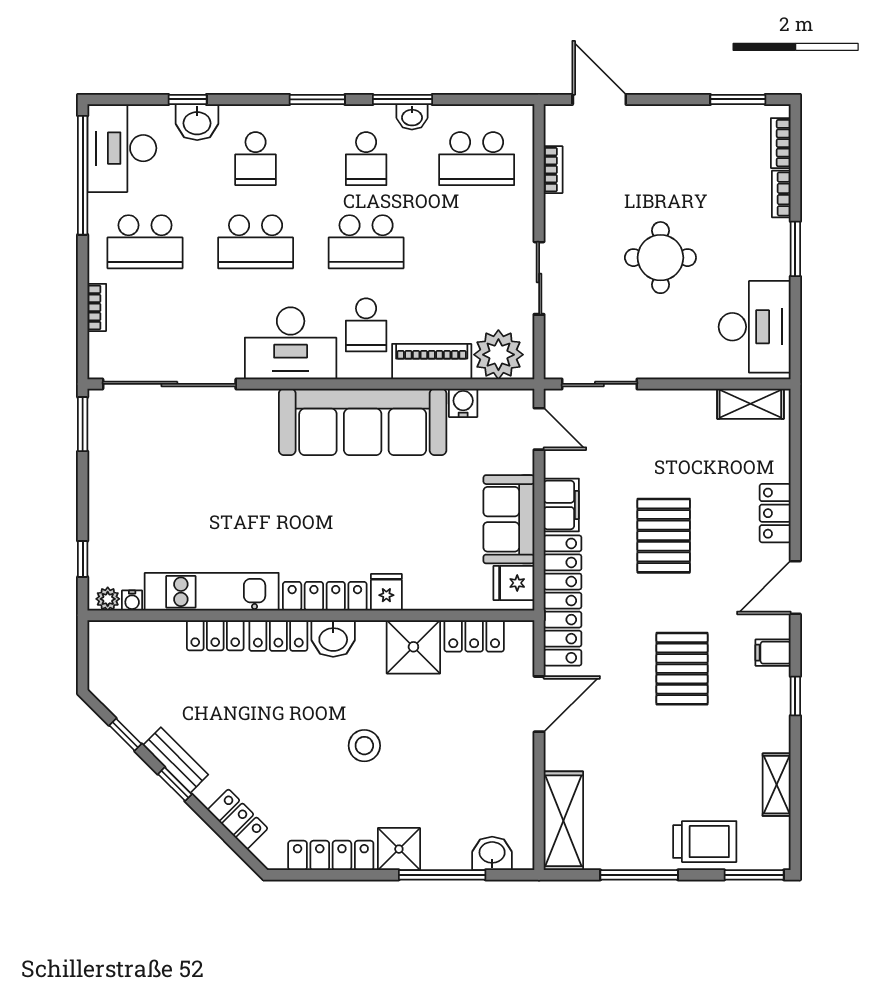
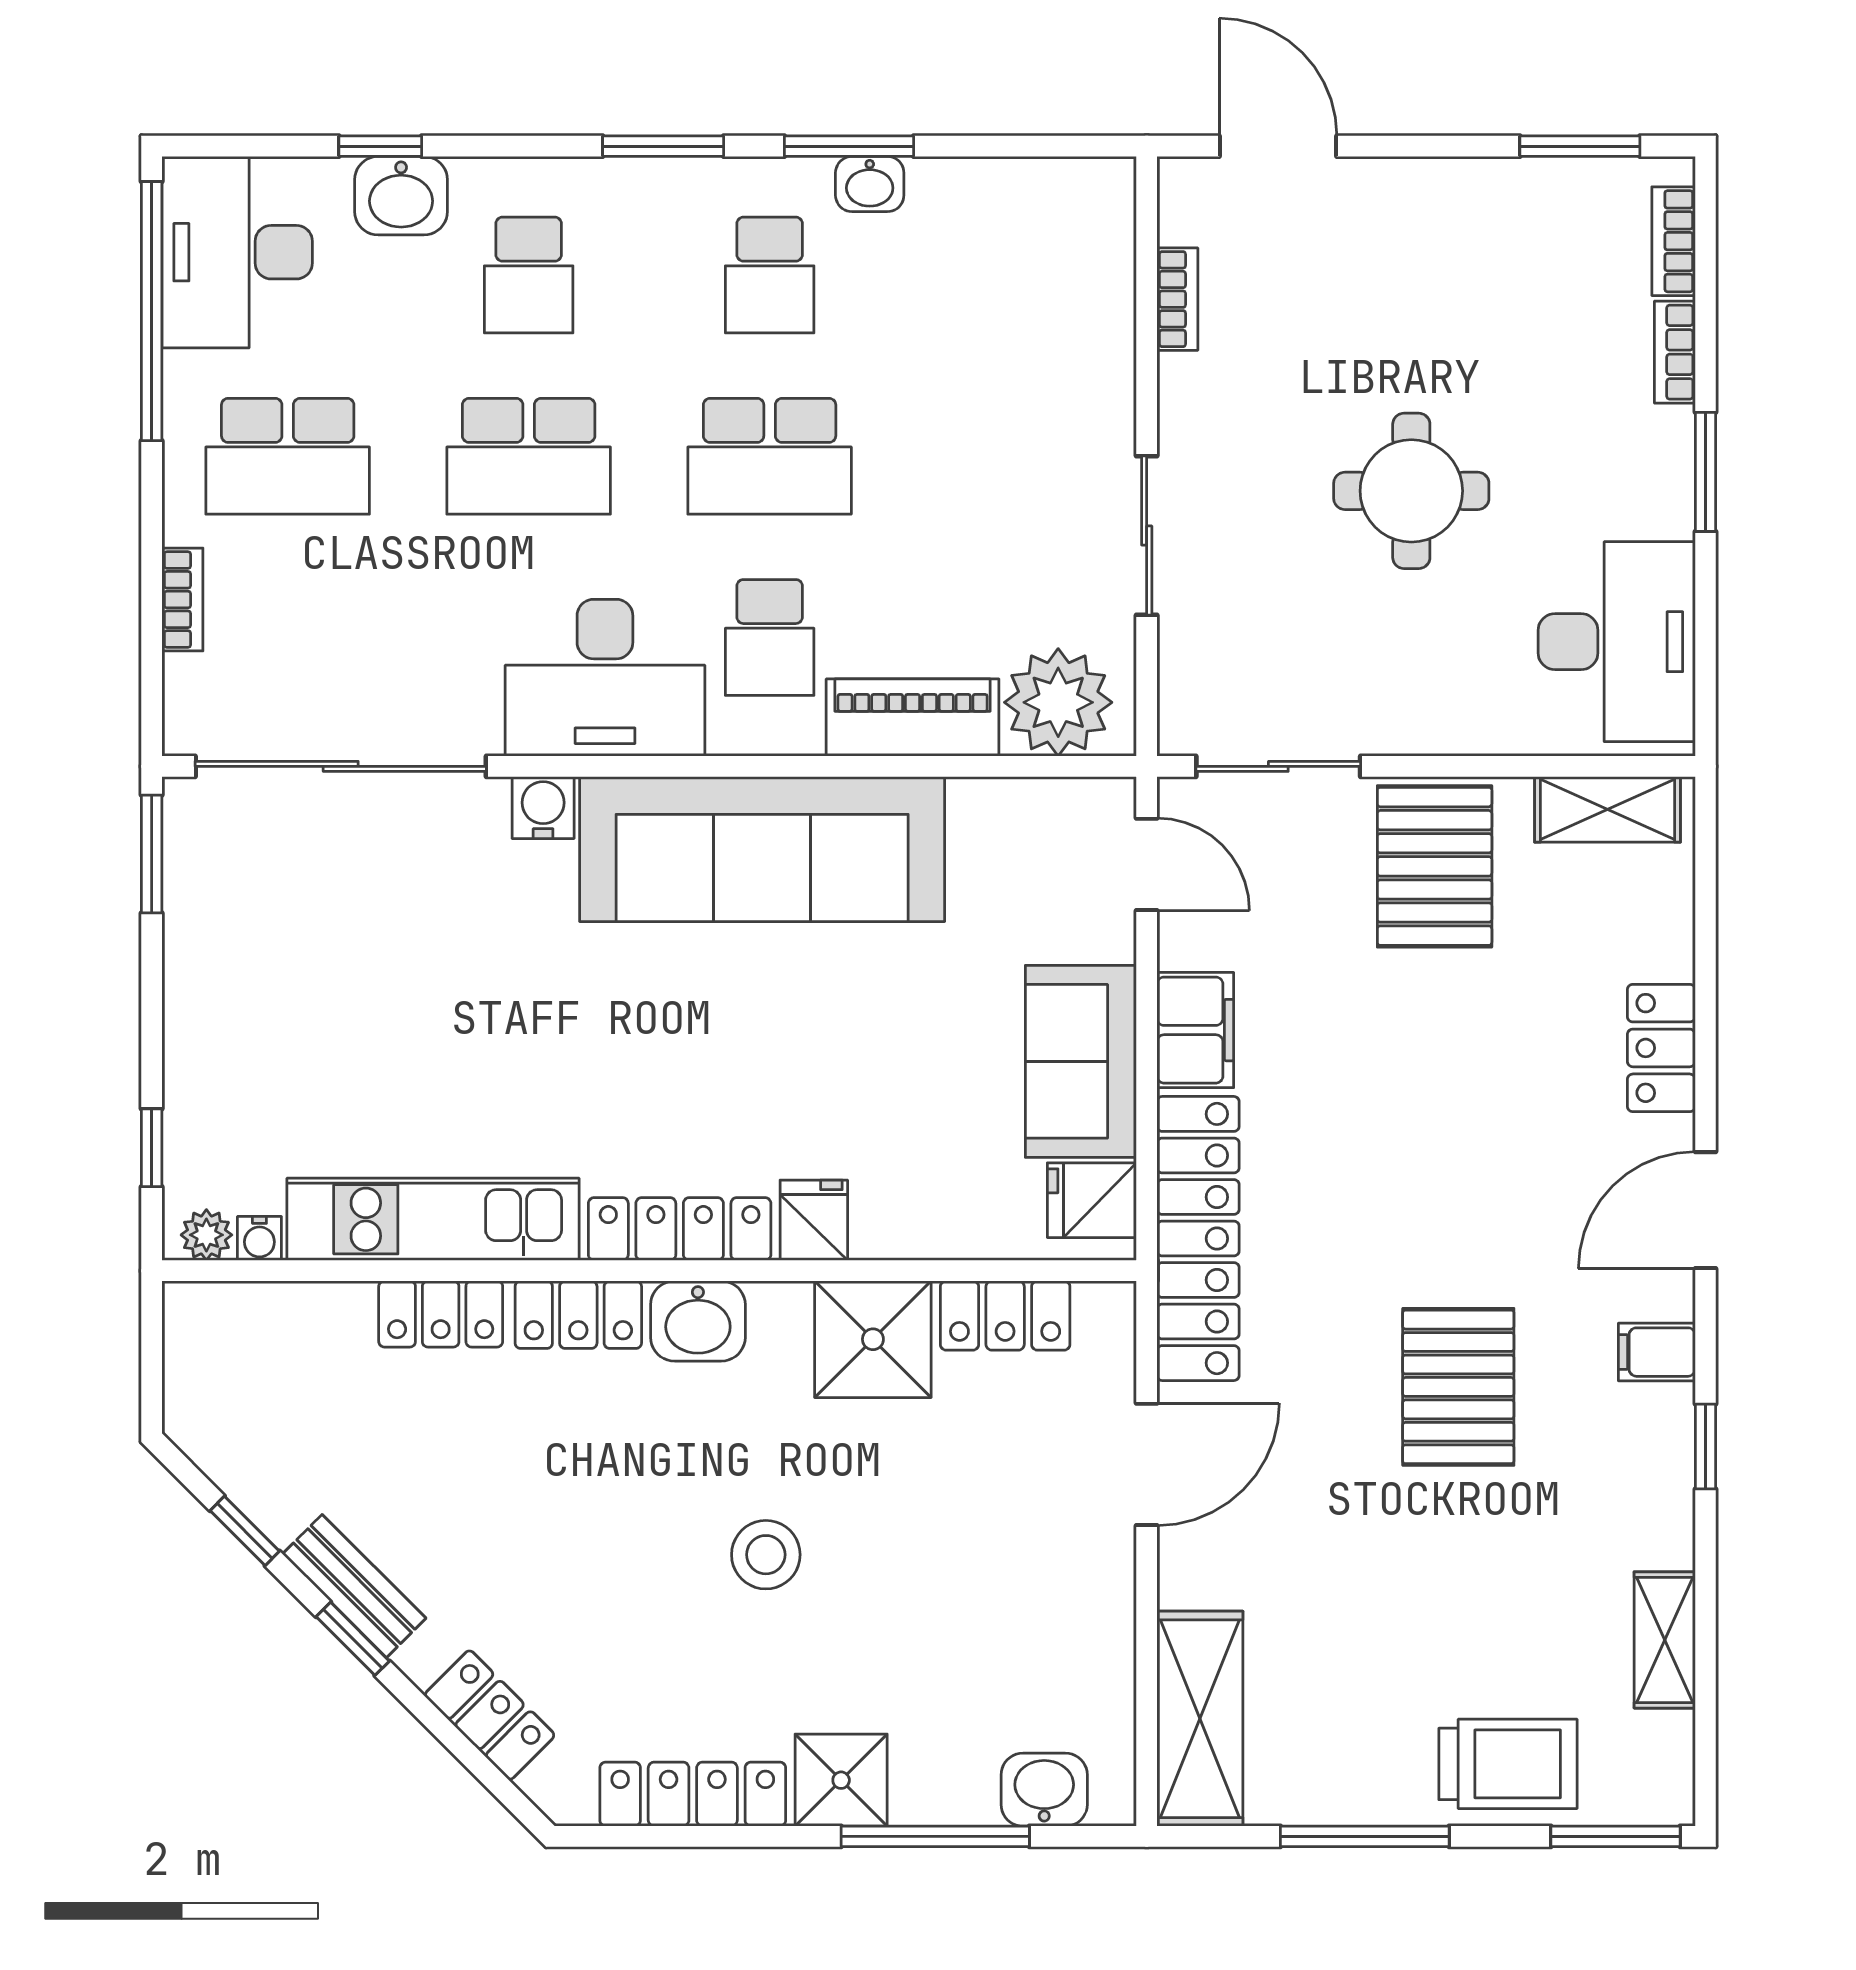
school desk: (477, 159) -> (1011, 275), removed
water cooler: (463, 403) -> (543, 808), moved
pallet: (664, 536) -> (1435, 866), moved

